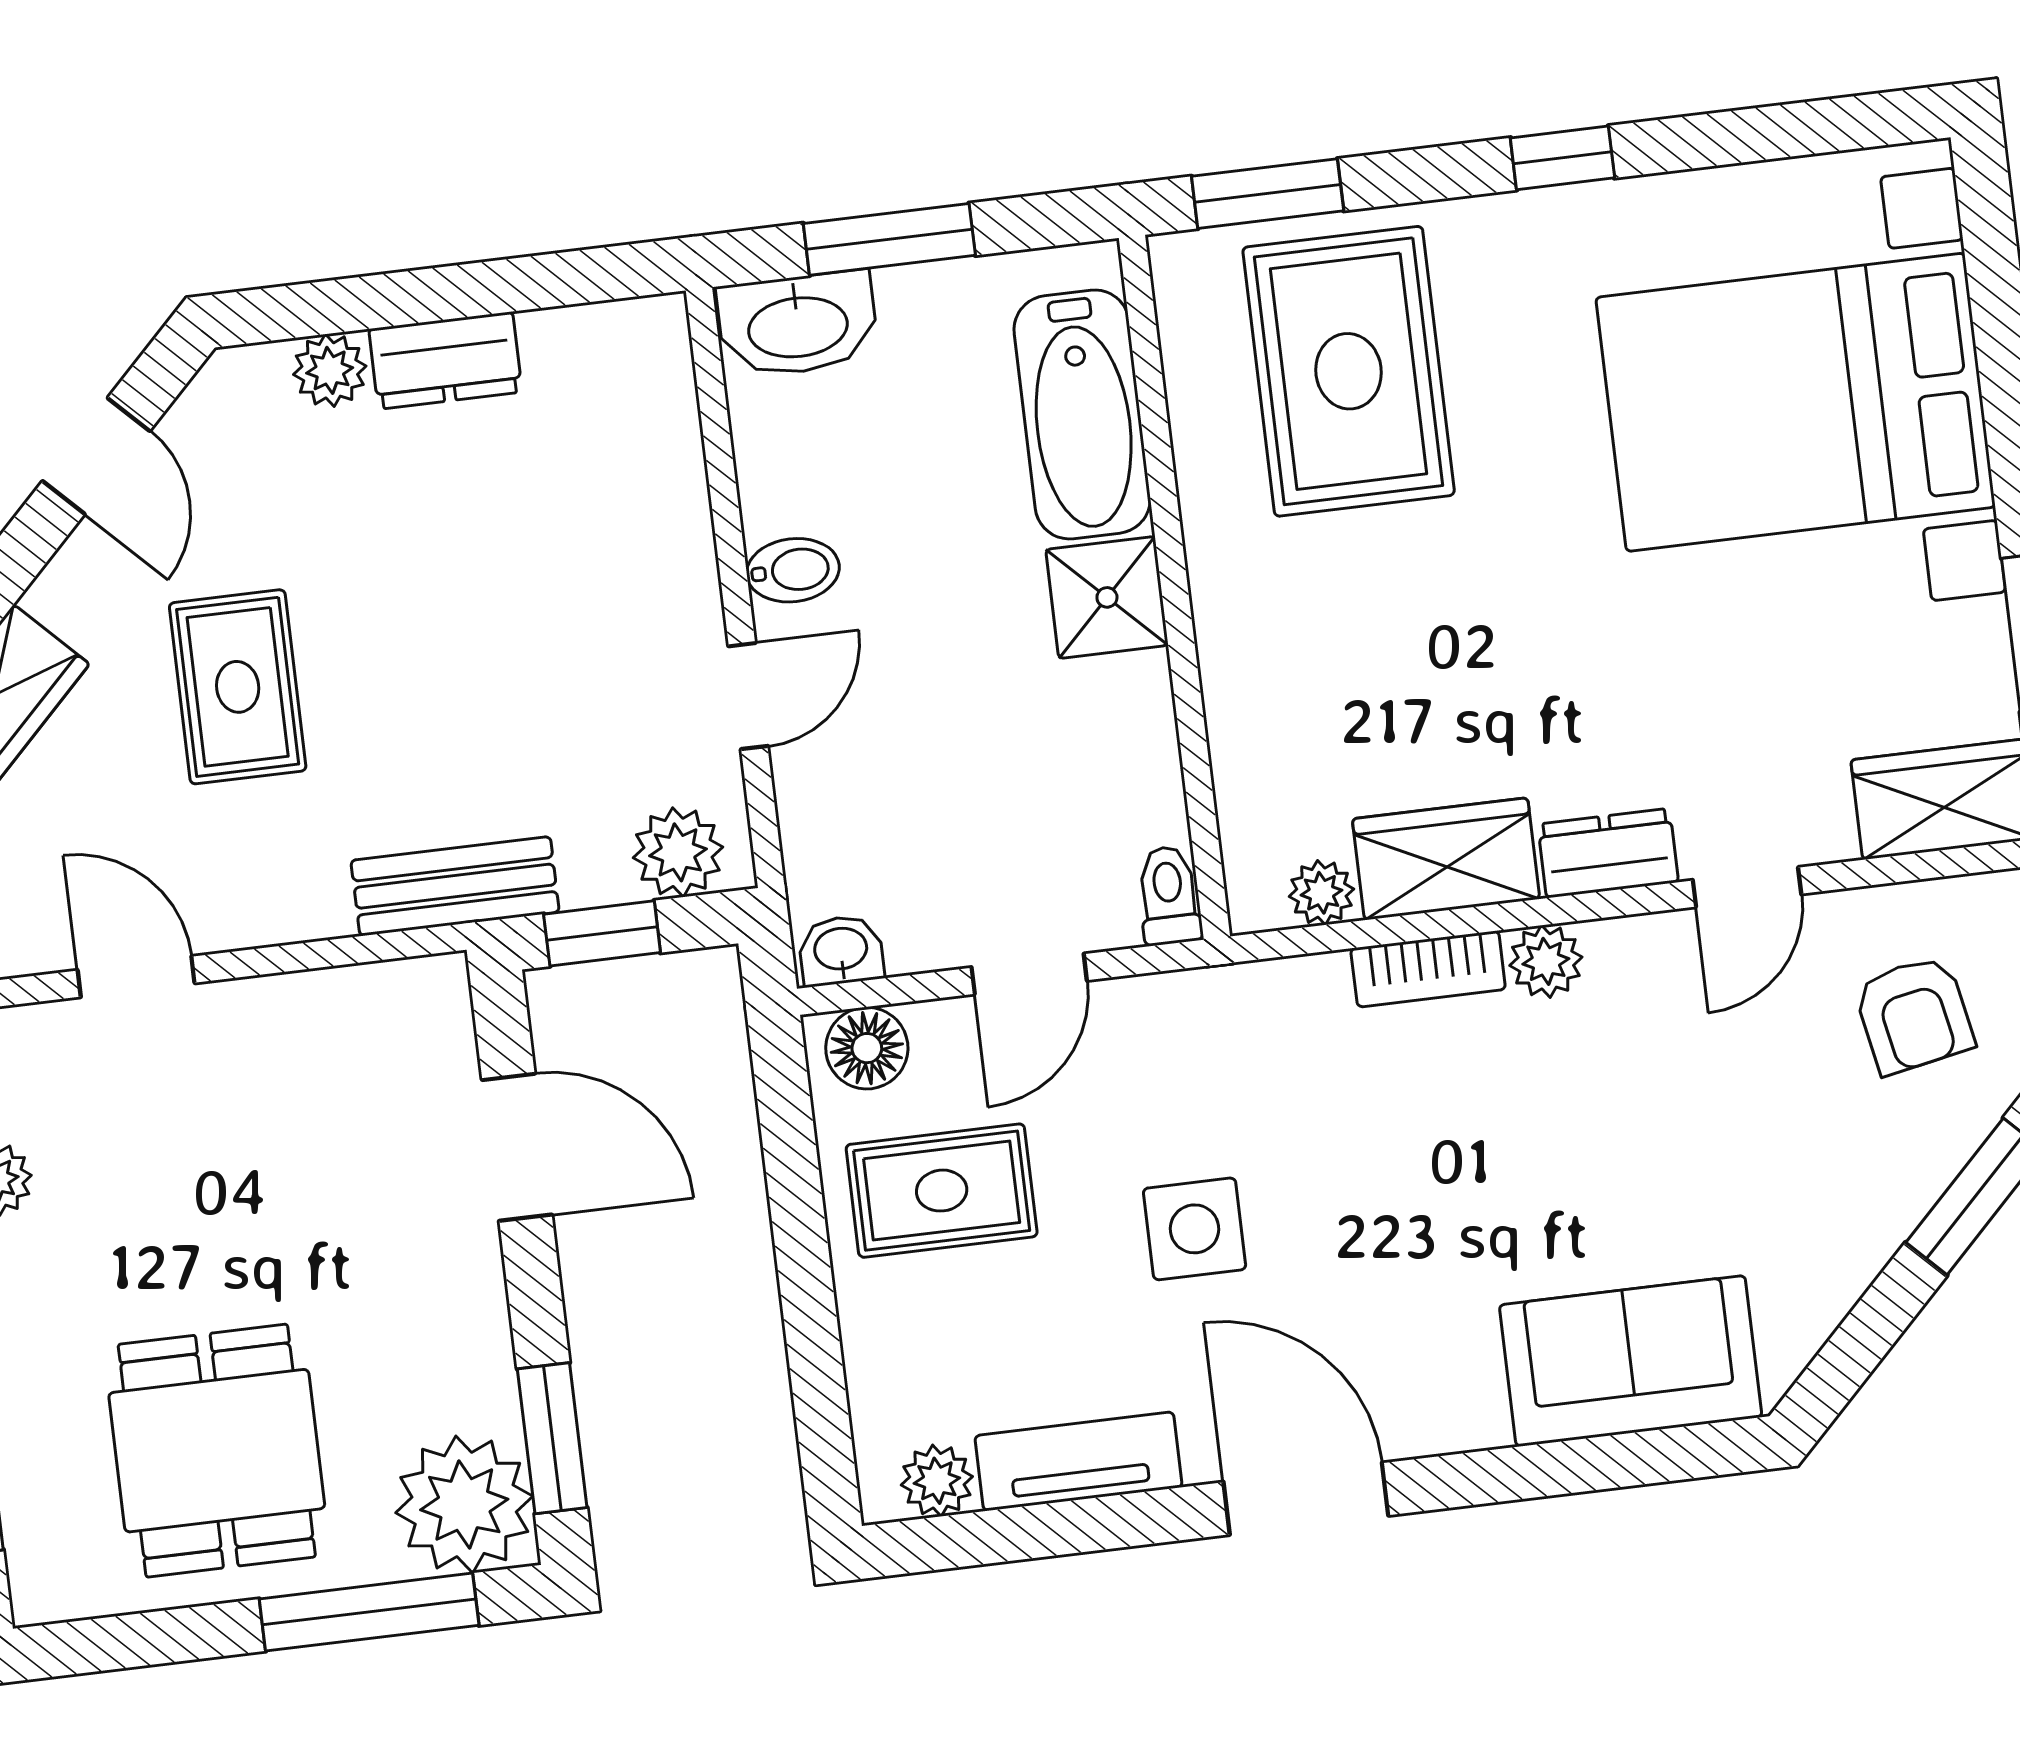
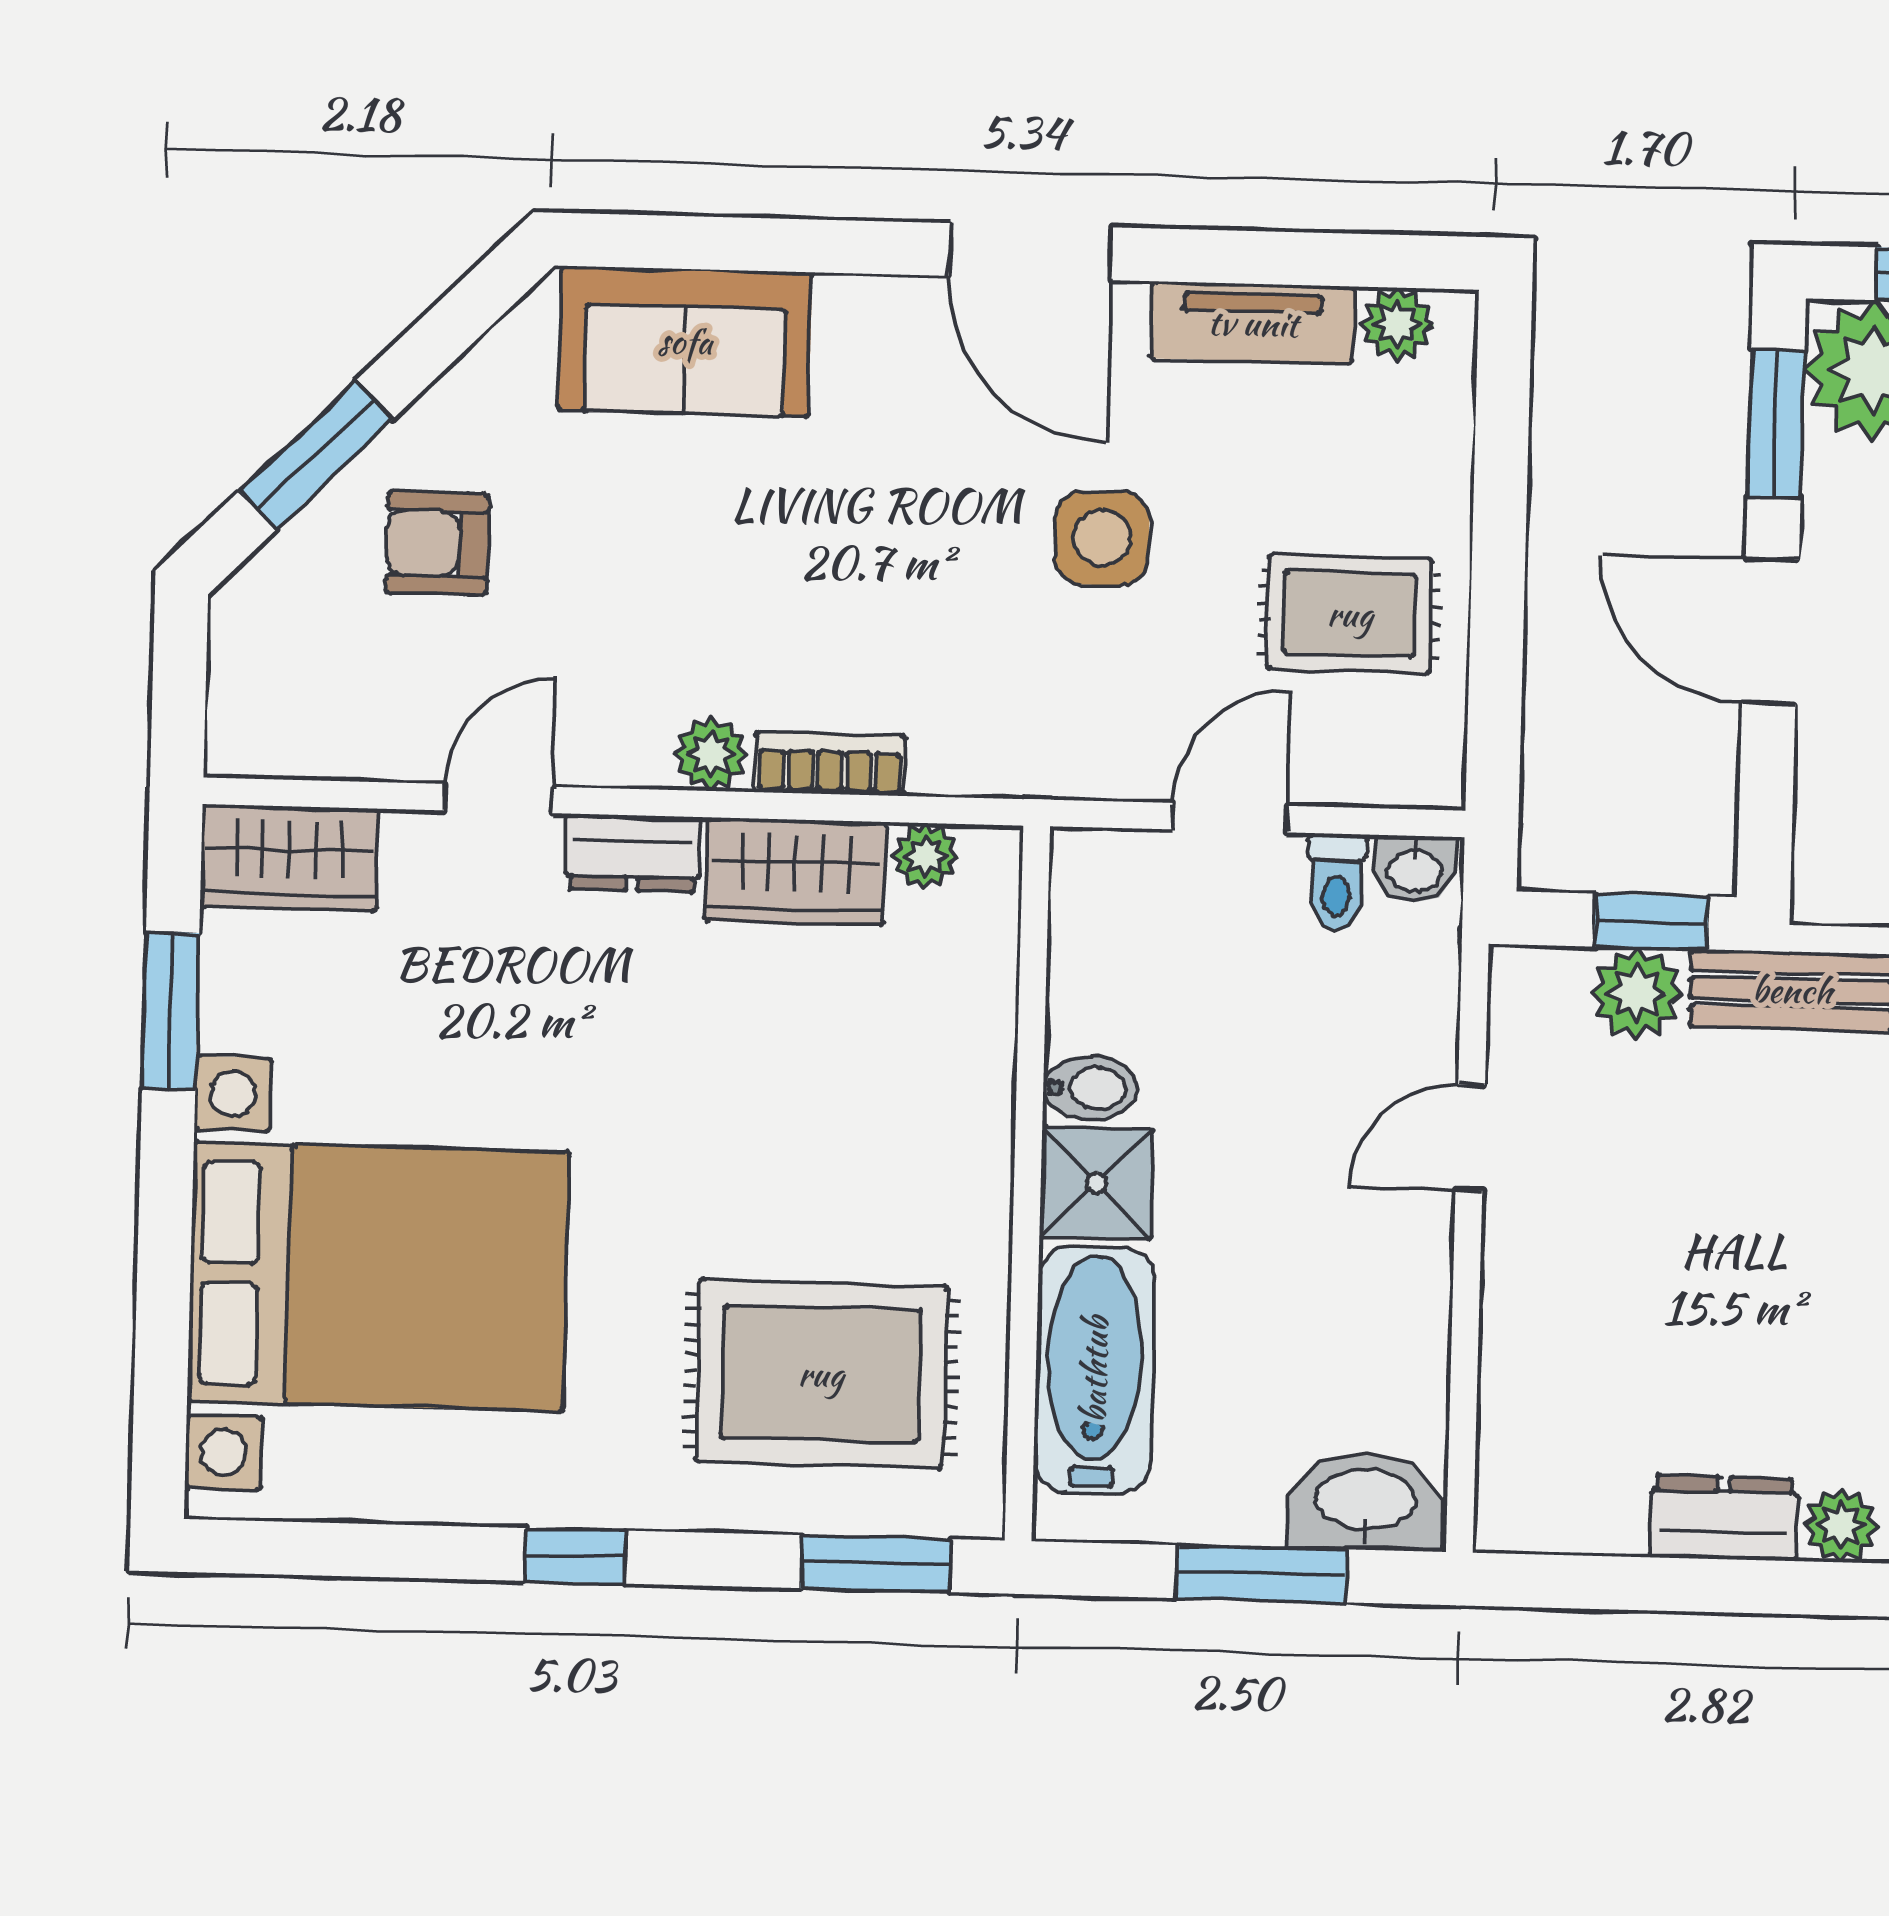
rug: (1349, 371) -> (821, 1374), turned 90
bidet: (793, 570) -> (1090, 1088), moved, turned 180
plant: (678, 852) -> (1637, 993), moved
toilet: (1169, 895) -> (1336, 882), moved
armchair: (1914, 1015) -> (437, 543), moved, turned -79
floor lamp: (867, 1048) -> (1403, 768), removed
door: (517, 1147) -> (1770, 631), moved

